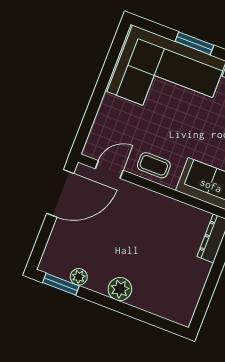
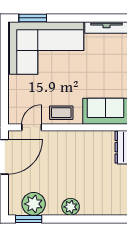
window: (194, 43) -> (33, 18), moved
plant: (79, 277) -> (34, 204), width x1.88, depth x1.88

